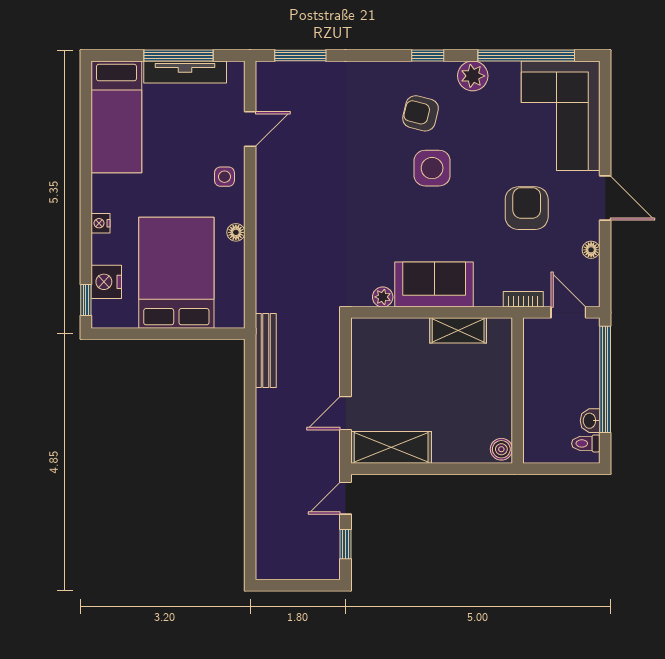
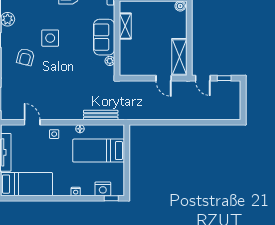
armchair: (421, 113) -> (25, 57), moved
bed: (176, 273) -> (99, 151), width x0.67
bench: (266, 351) -> (101, 115), moved

